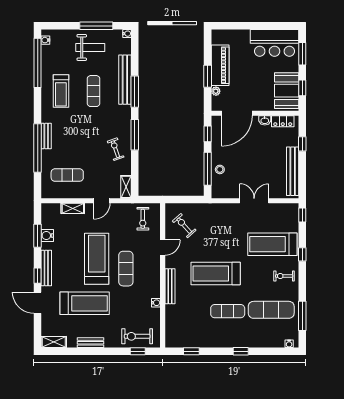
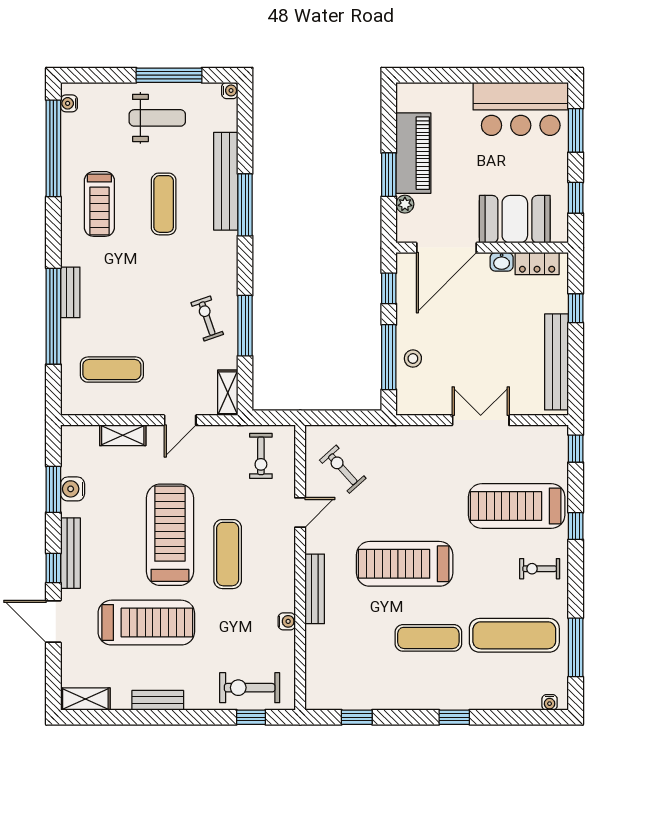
booth: (287, 91) -> (515, 219), moved, turned 90
window: (135, 135) -> (245, 326), moved

